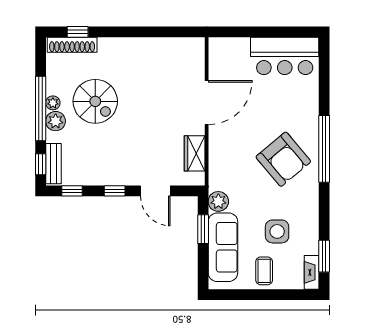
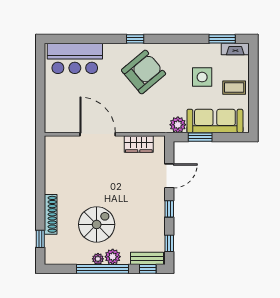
shoe rack: (72, 45) -> (51, 214), moved
bar counter: (285, 56) -> (75, 58), moved, turned 90
window: (324, 149) -> (135, 39), width x0.32

